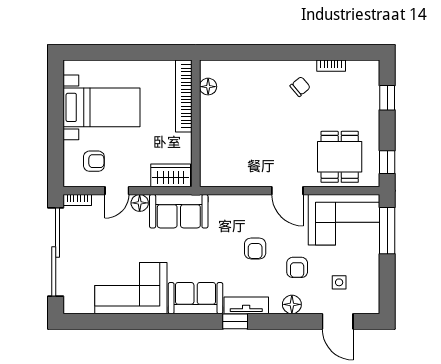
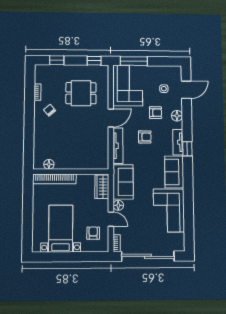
dining table: (340, 157) -> (81, 93), moved
tv unit: (240, 203) -> (118, 146), added

